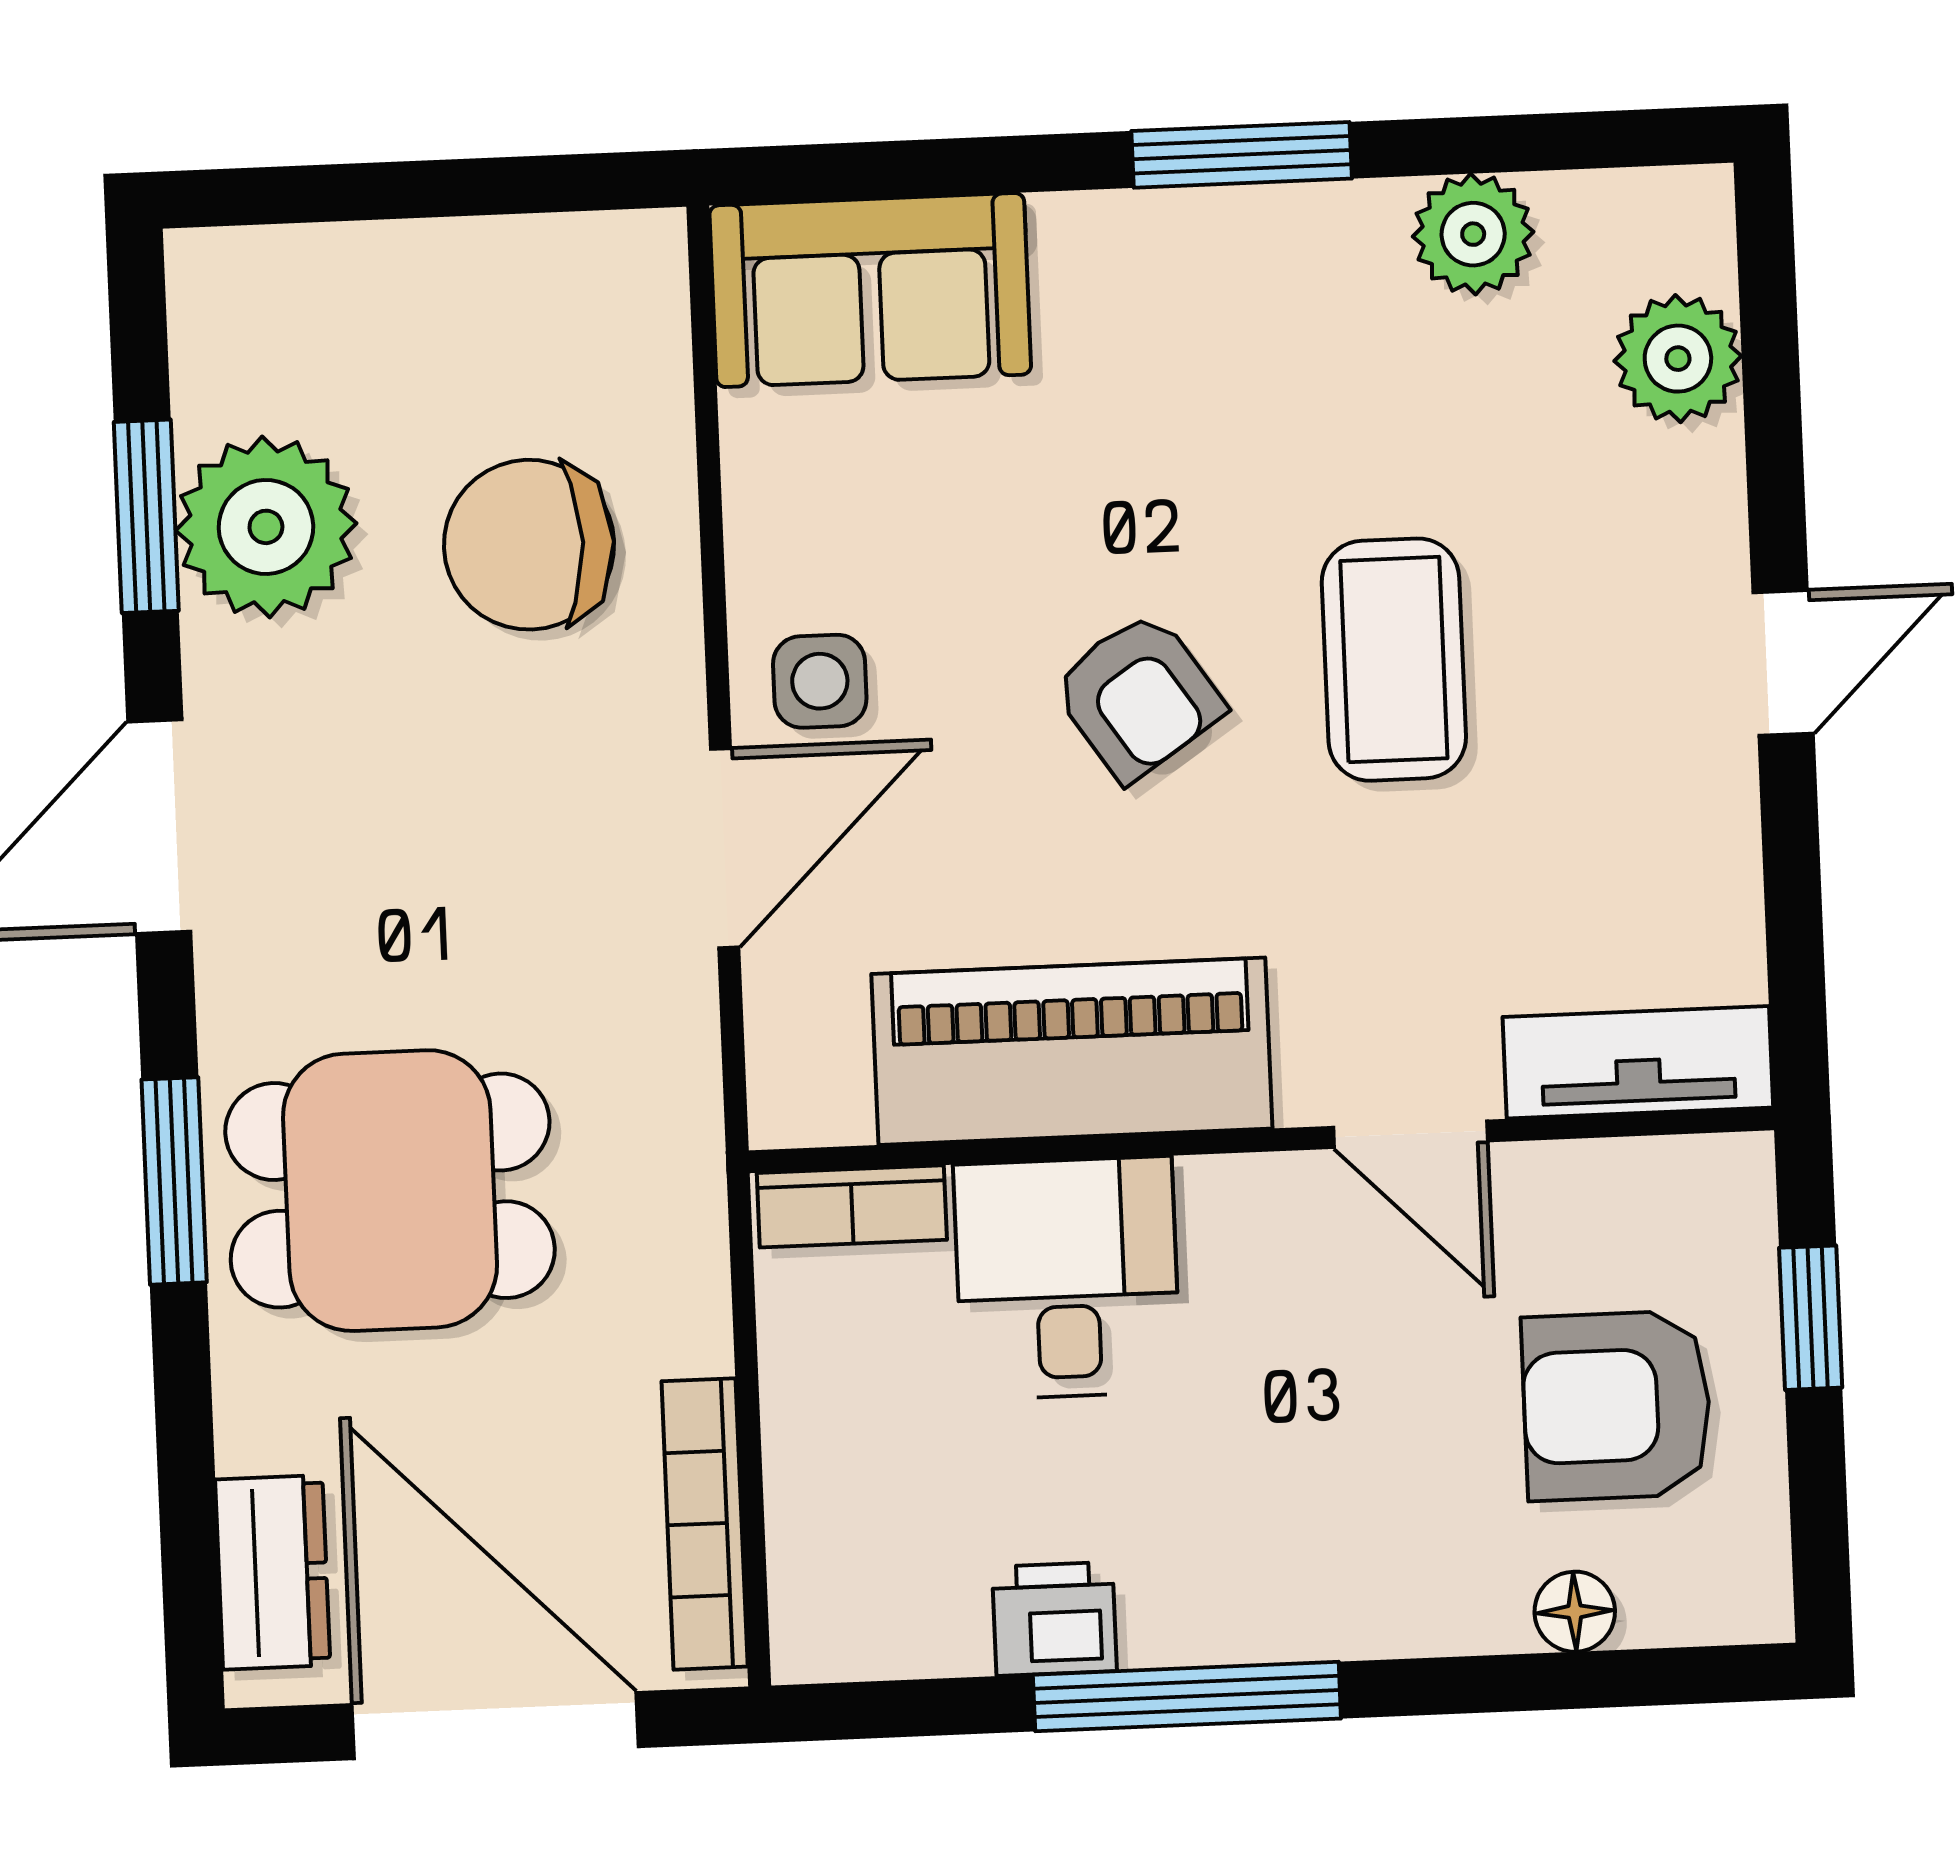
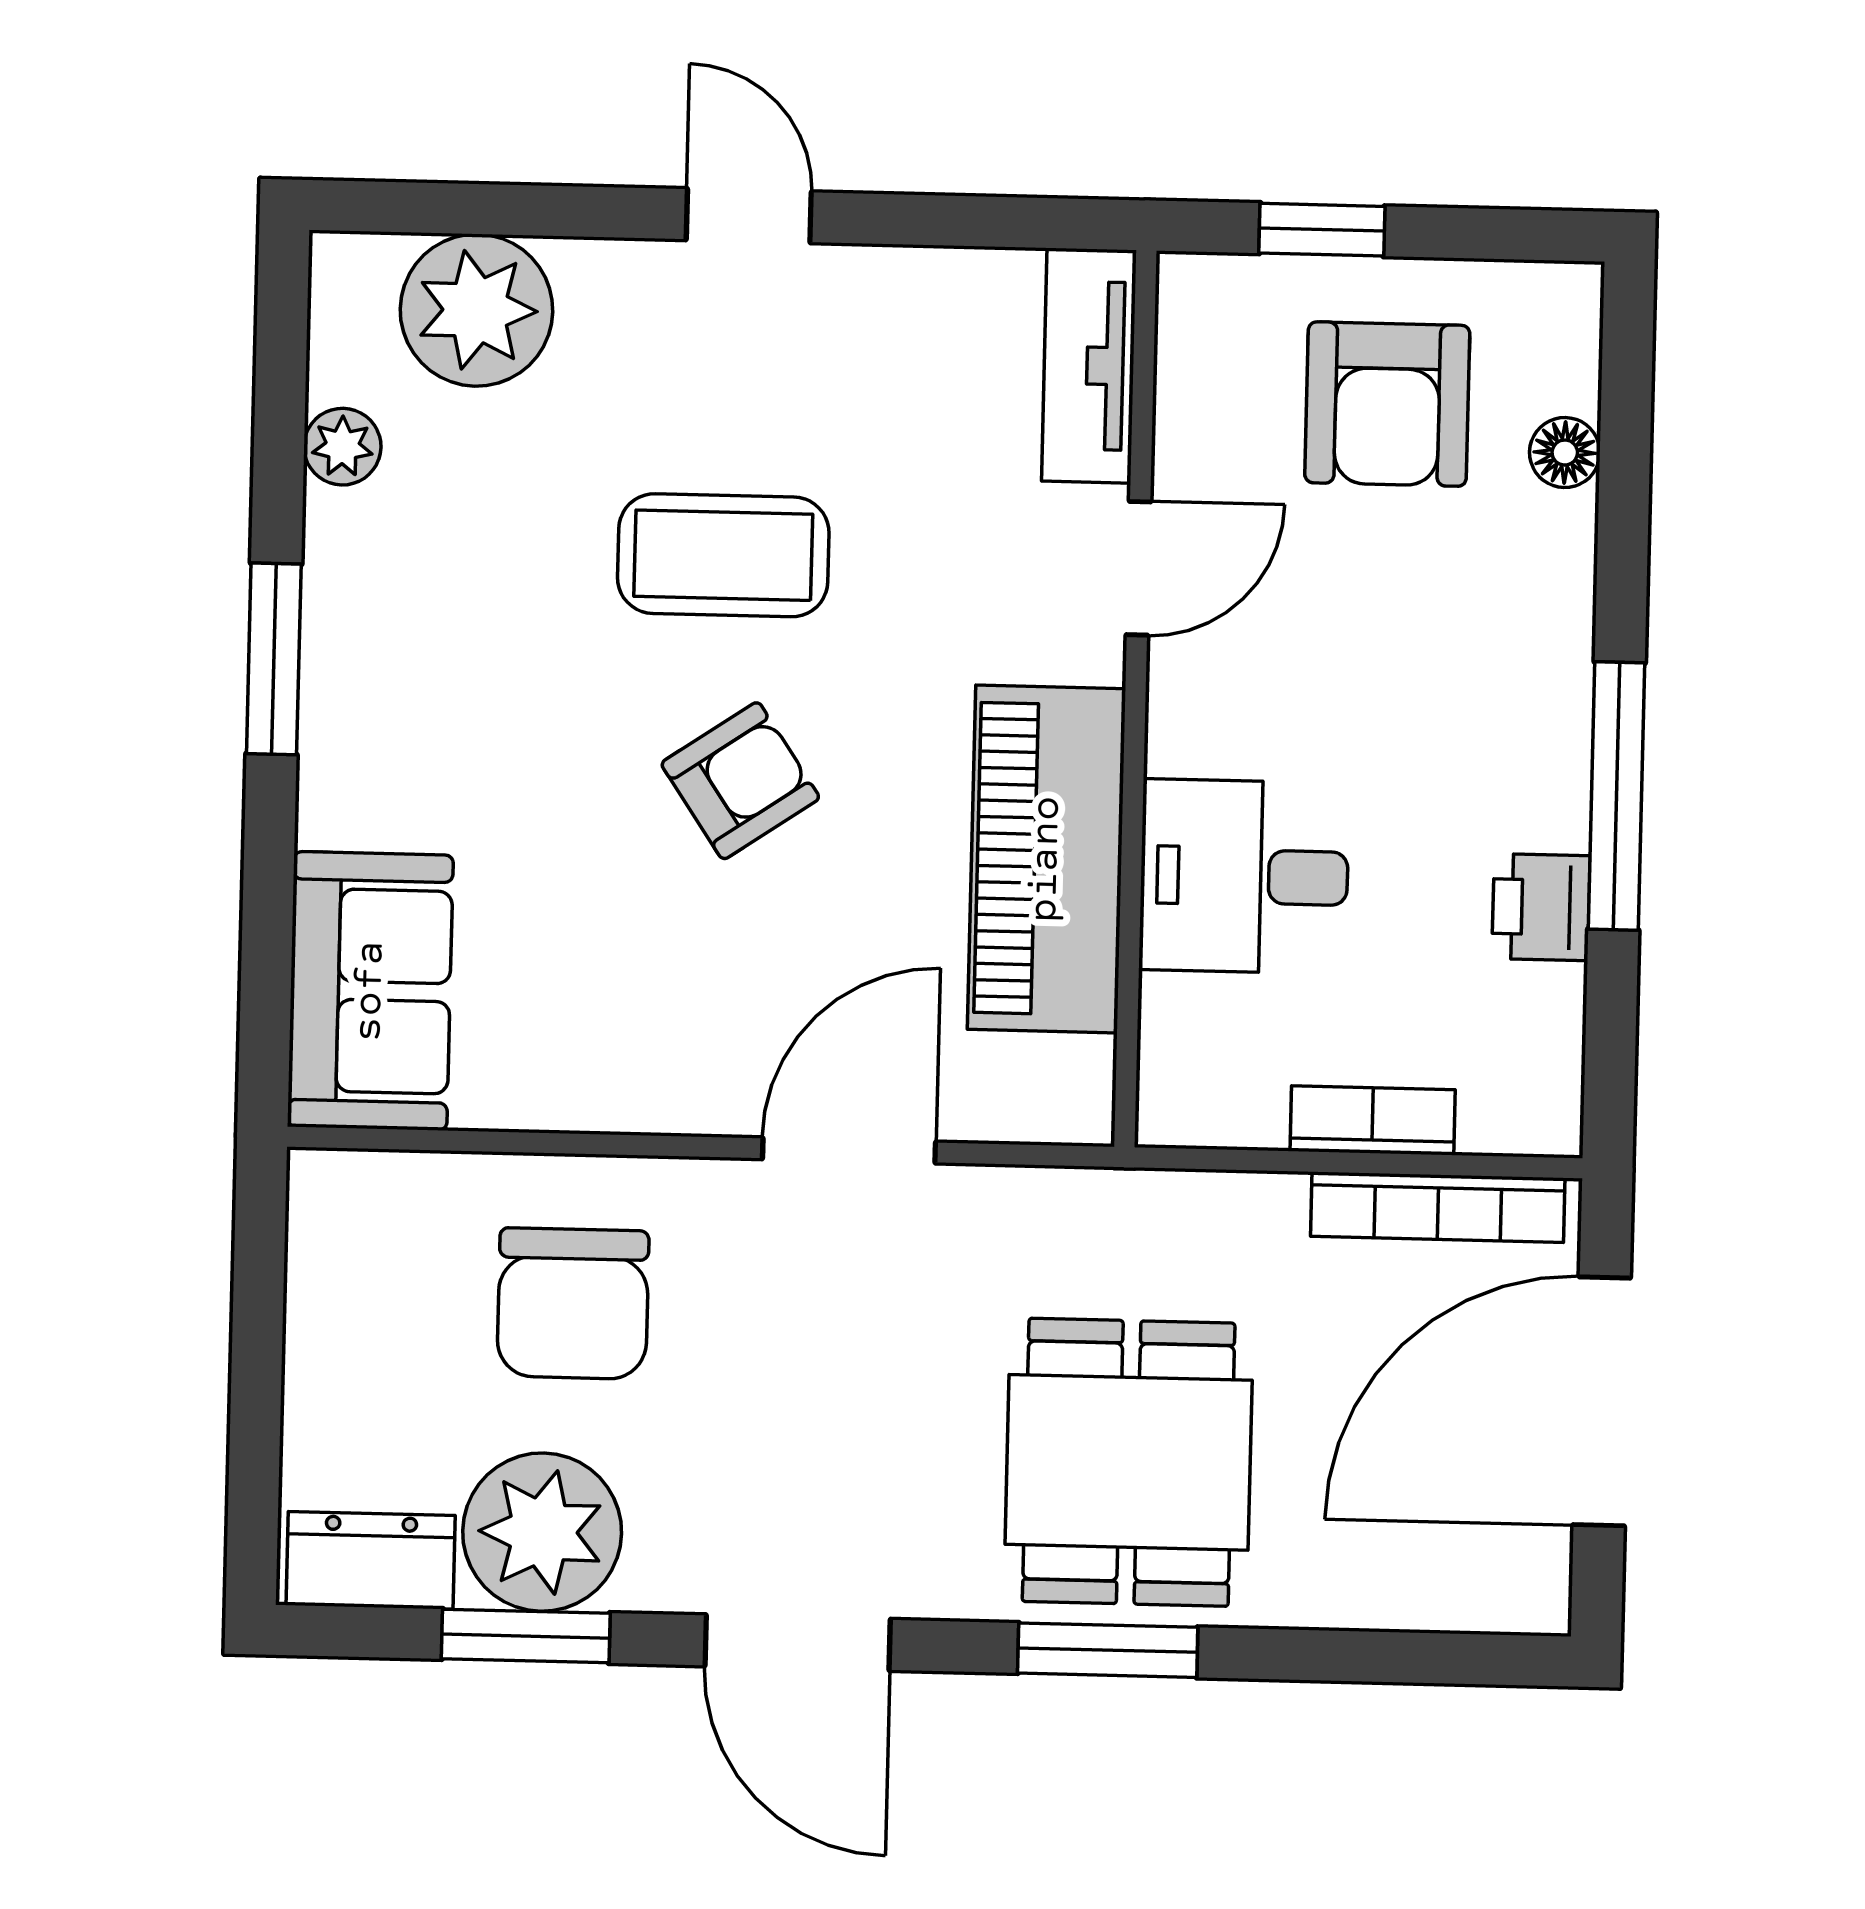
plant: (1473, 234) -> (342, 447), width x0.73, depth x0.73
plant: (1678, 359) -> (476, 310), width x1.36, depth x1.36
side table: (820, 681) -> (709, 1058), removed
door: (725, 848) -> (849, 1150), hinge flipped
bookcase: (852, 1206) -> (1373, 1120), moved, turned -90
dresser: (273, 1572) -> (371, 1560), moved

